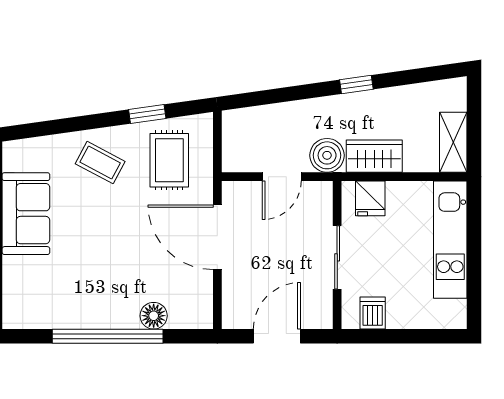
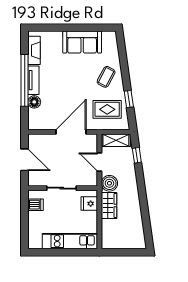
window: (356, 84) -> (137, 155), moved
shelving: (453, 142) -> (116, 140), moved
fireplace: (44, 316) -> (34, 50), added
tv unit: (107, 317) -> (33, 80), added

